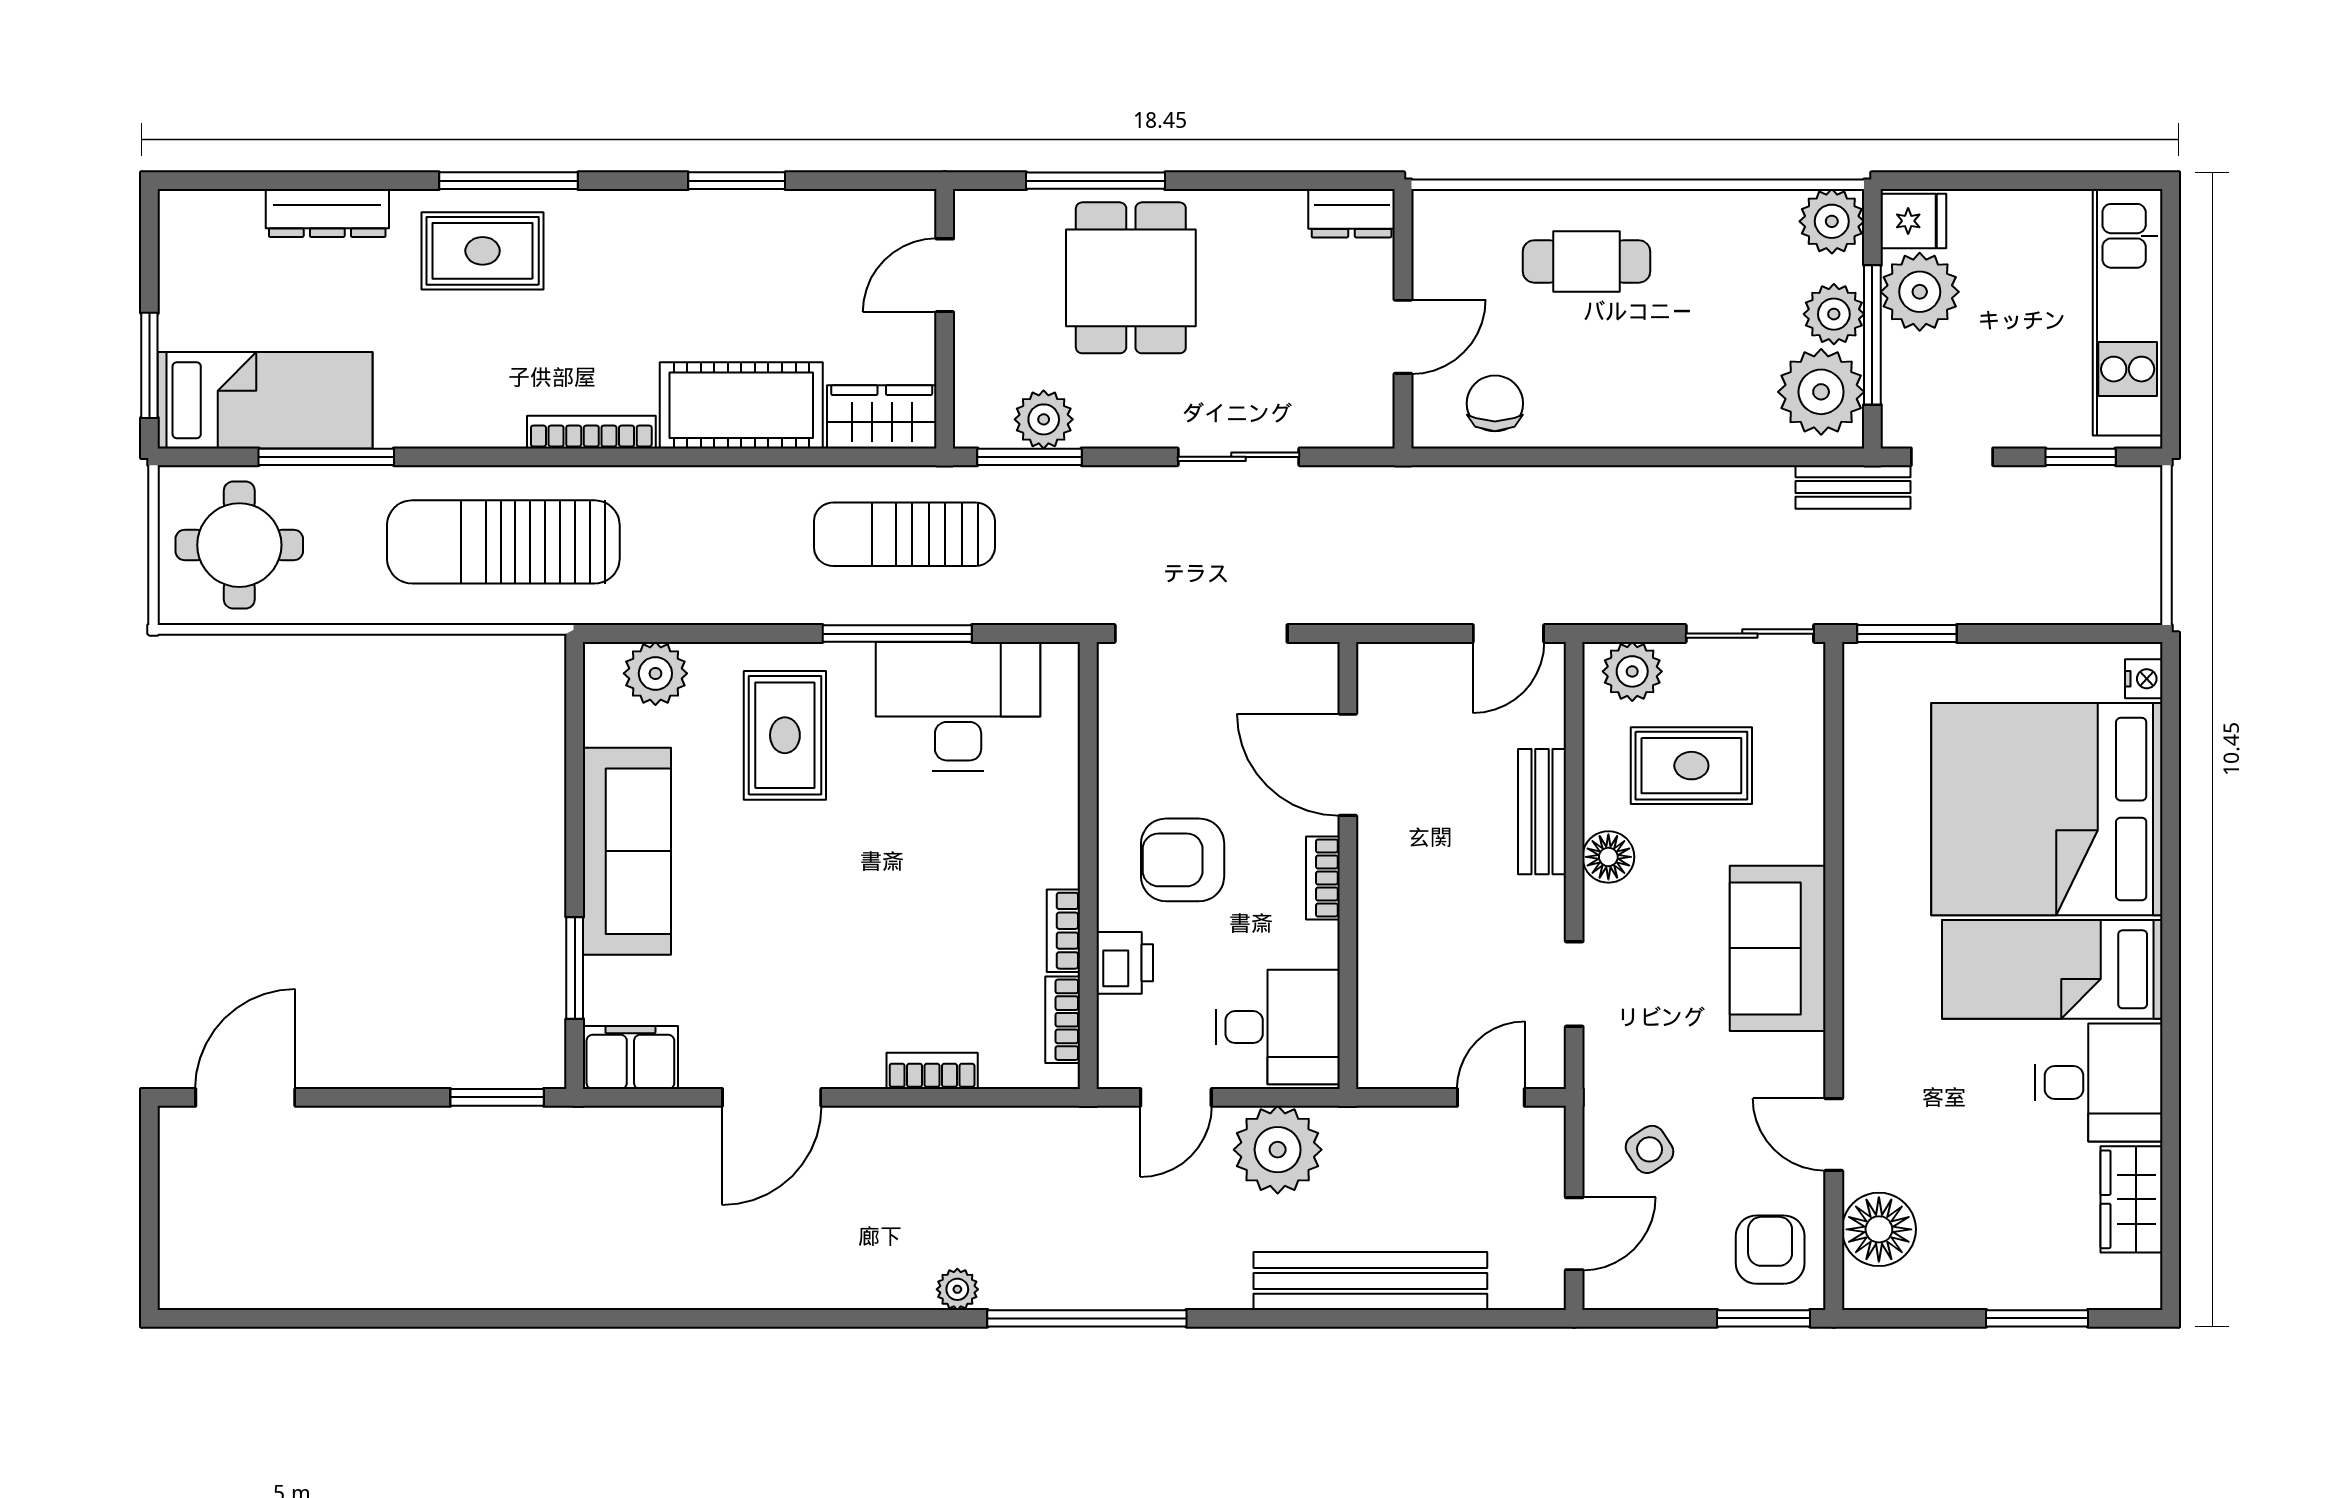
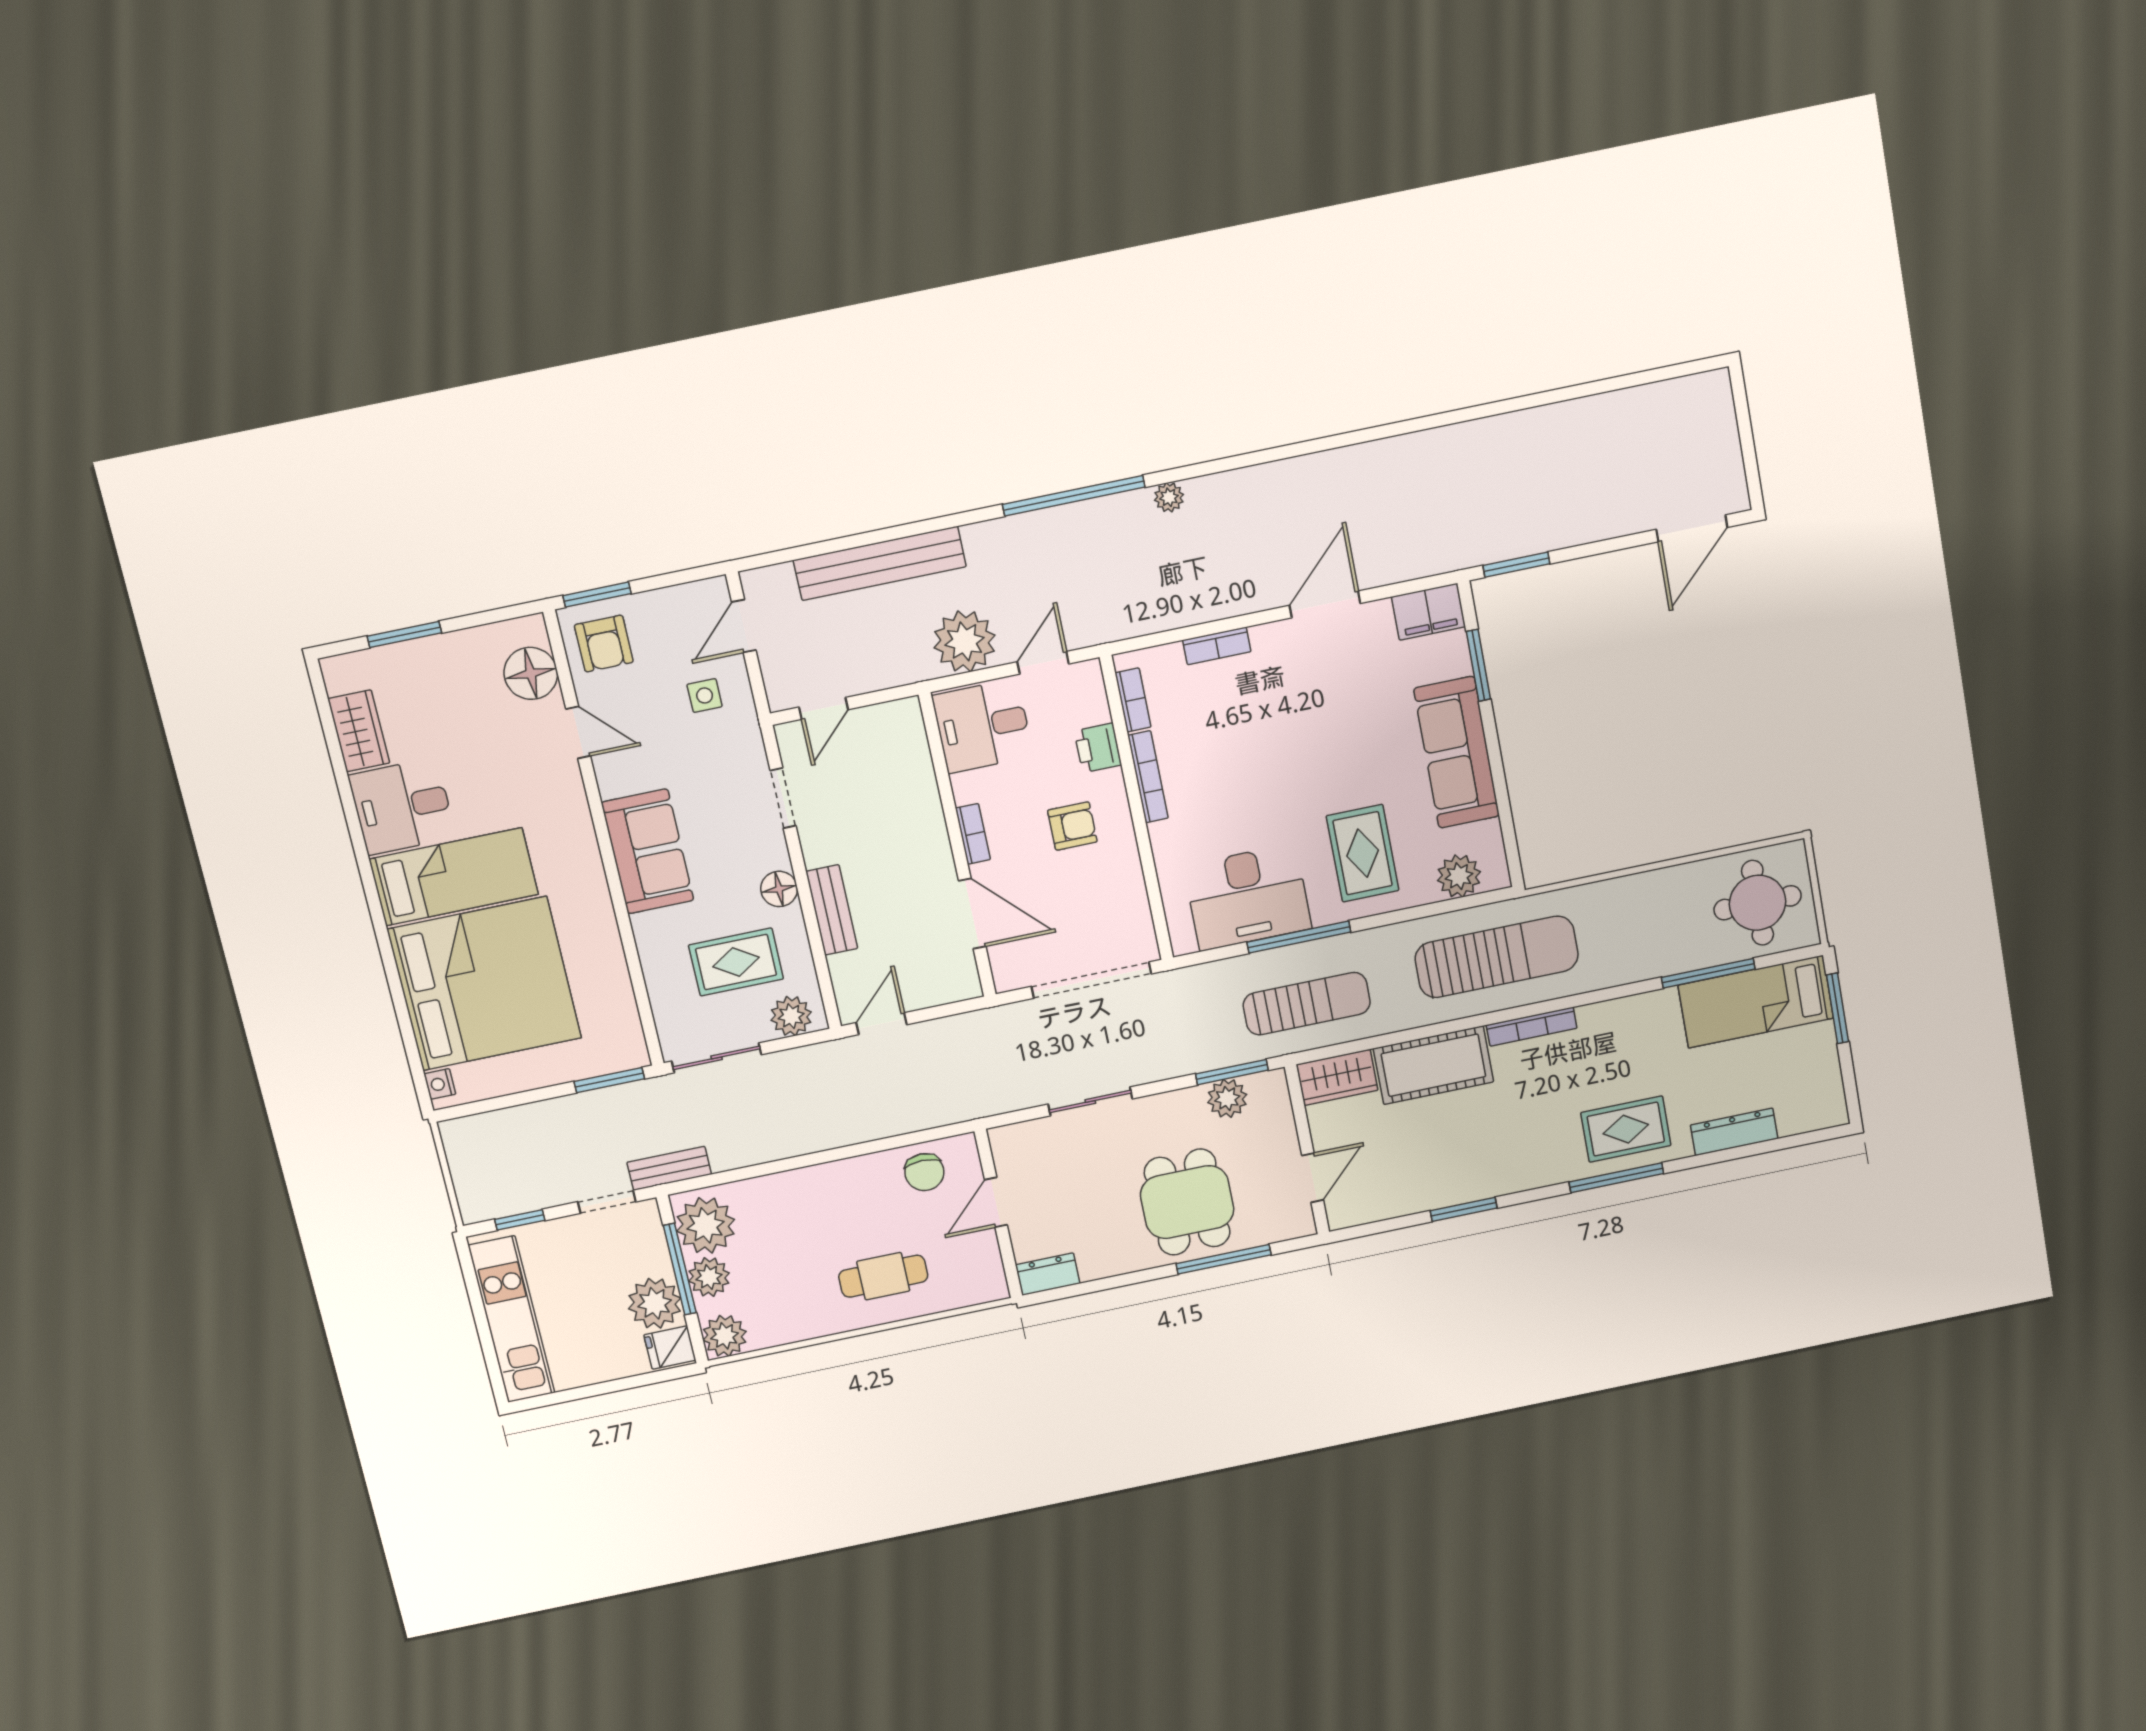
sun lounger: (503, 542) -> (1497, 957), moved
armchair: (1183, 860) -> (1072, 826), width x0.72, depth x0.72
bookcase: (1063, 931) -> (1148, 777), width x1.56
side table: (1650, 1149) -> (705, 695), turned 33

